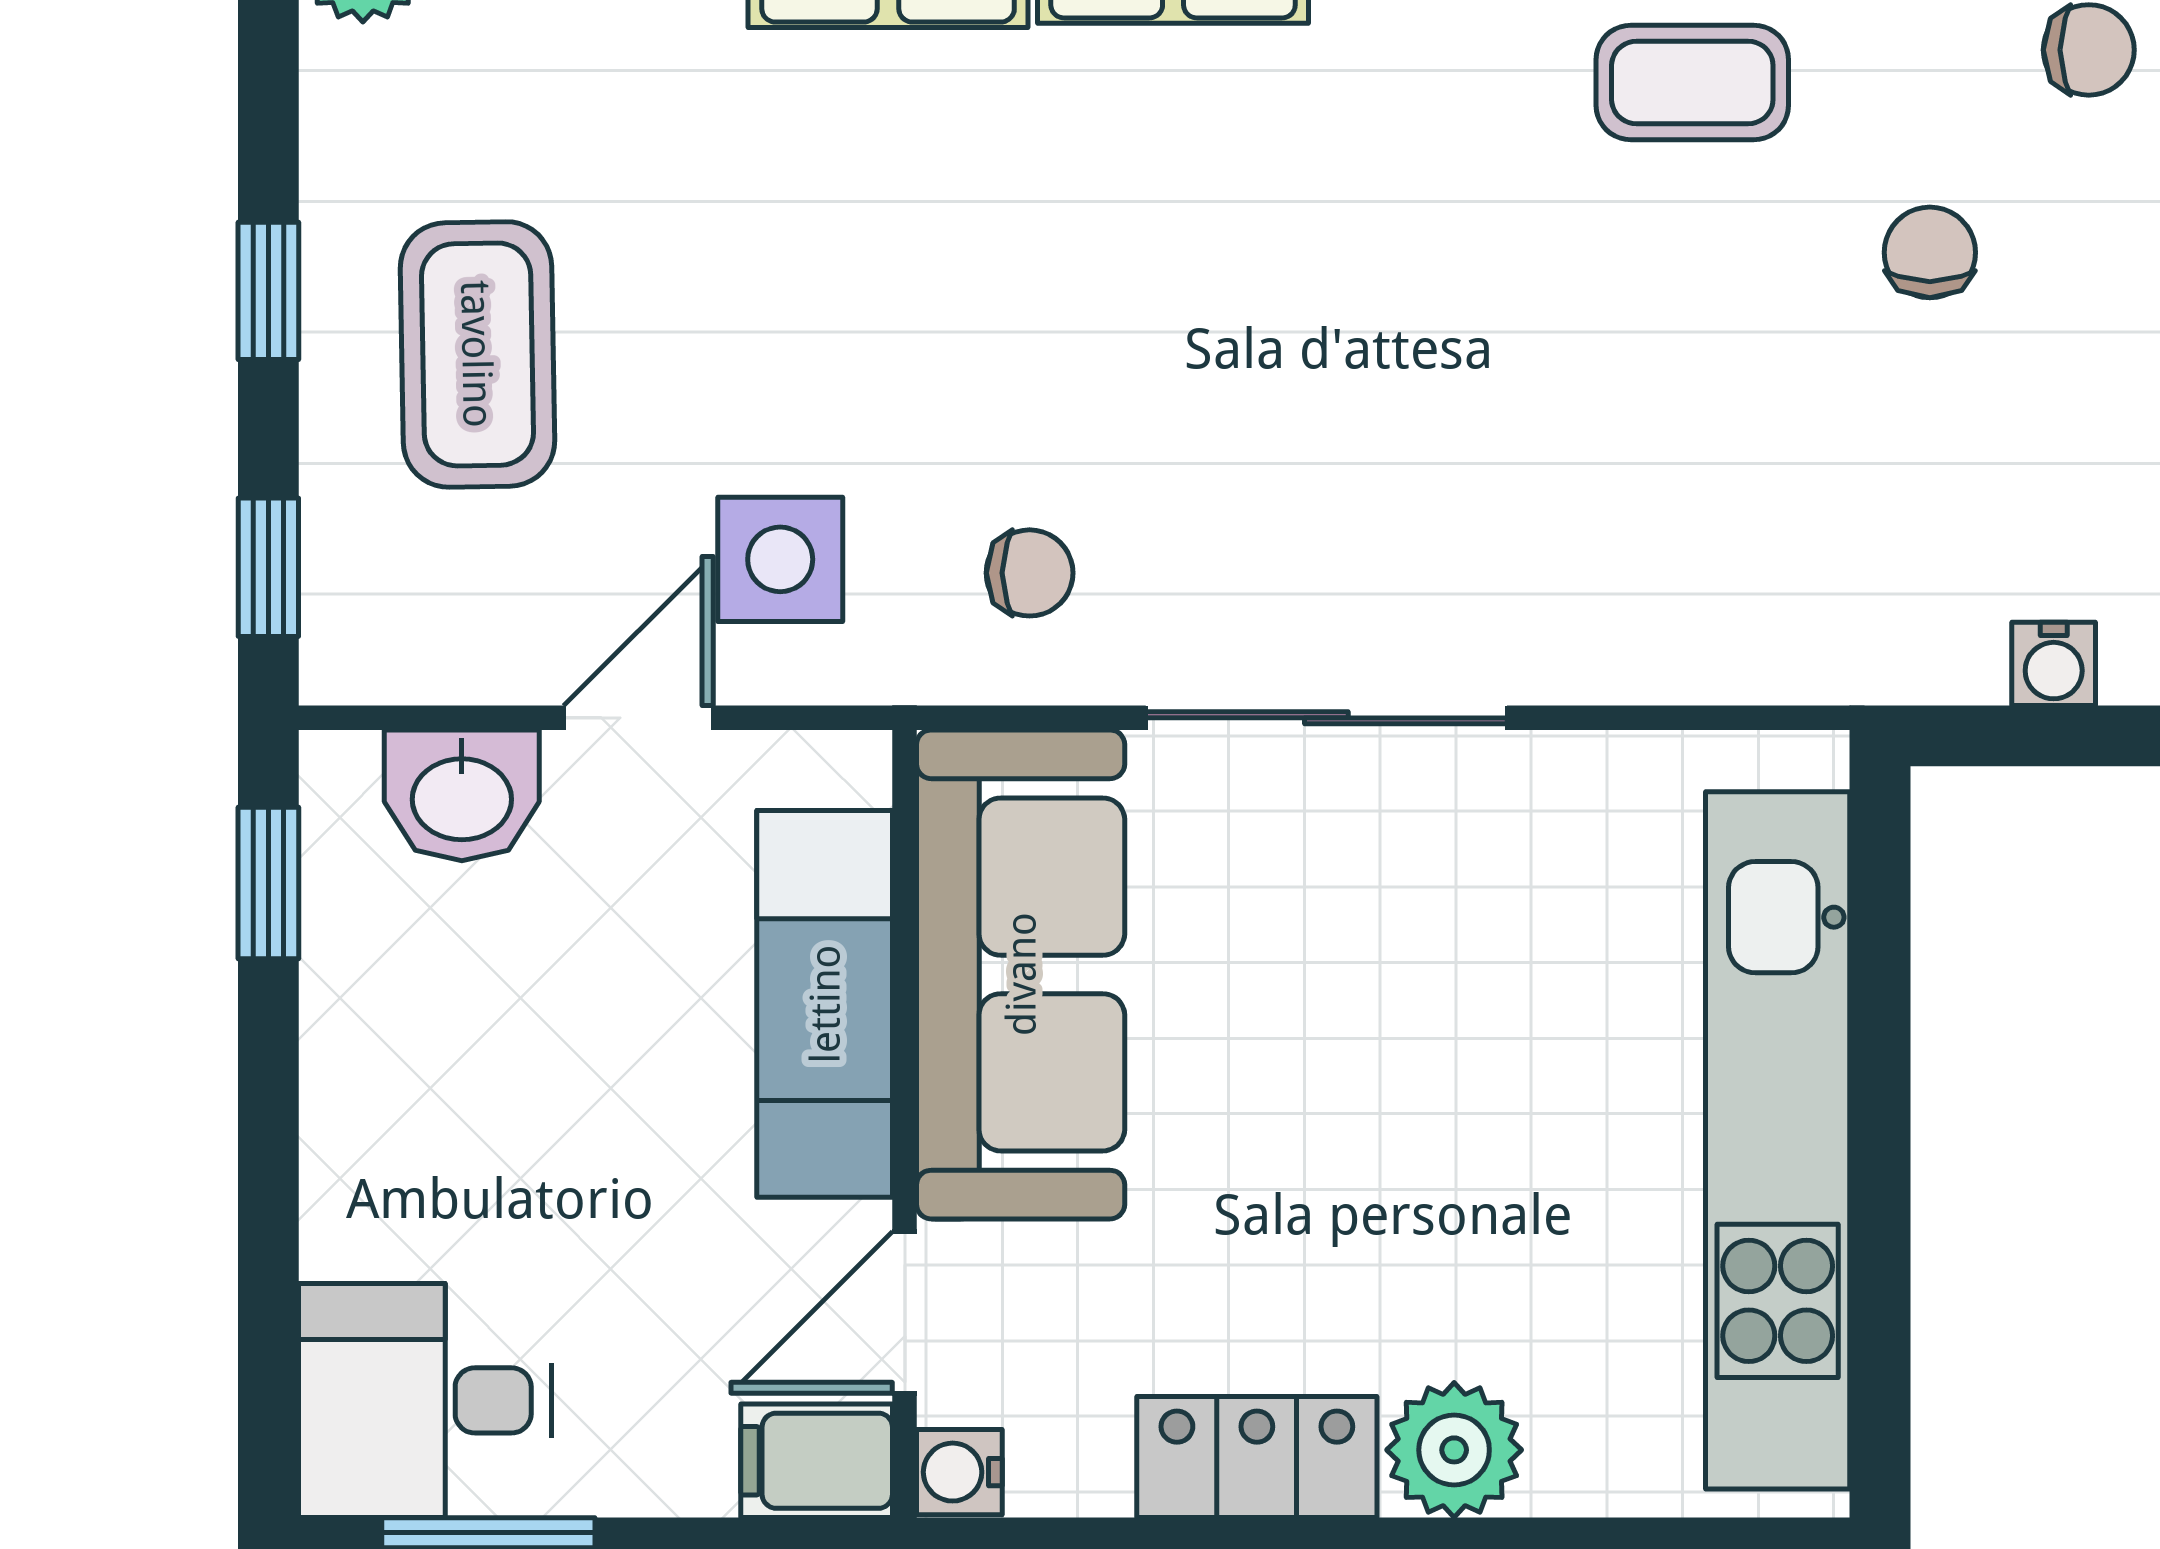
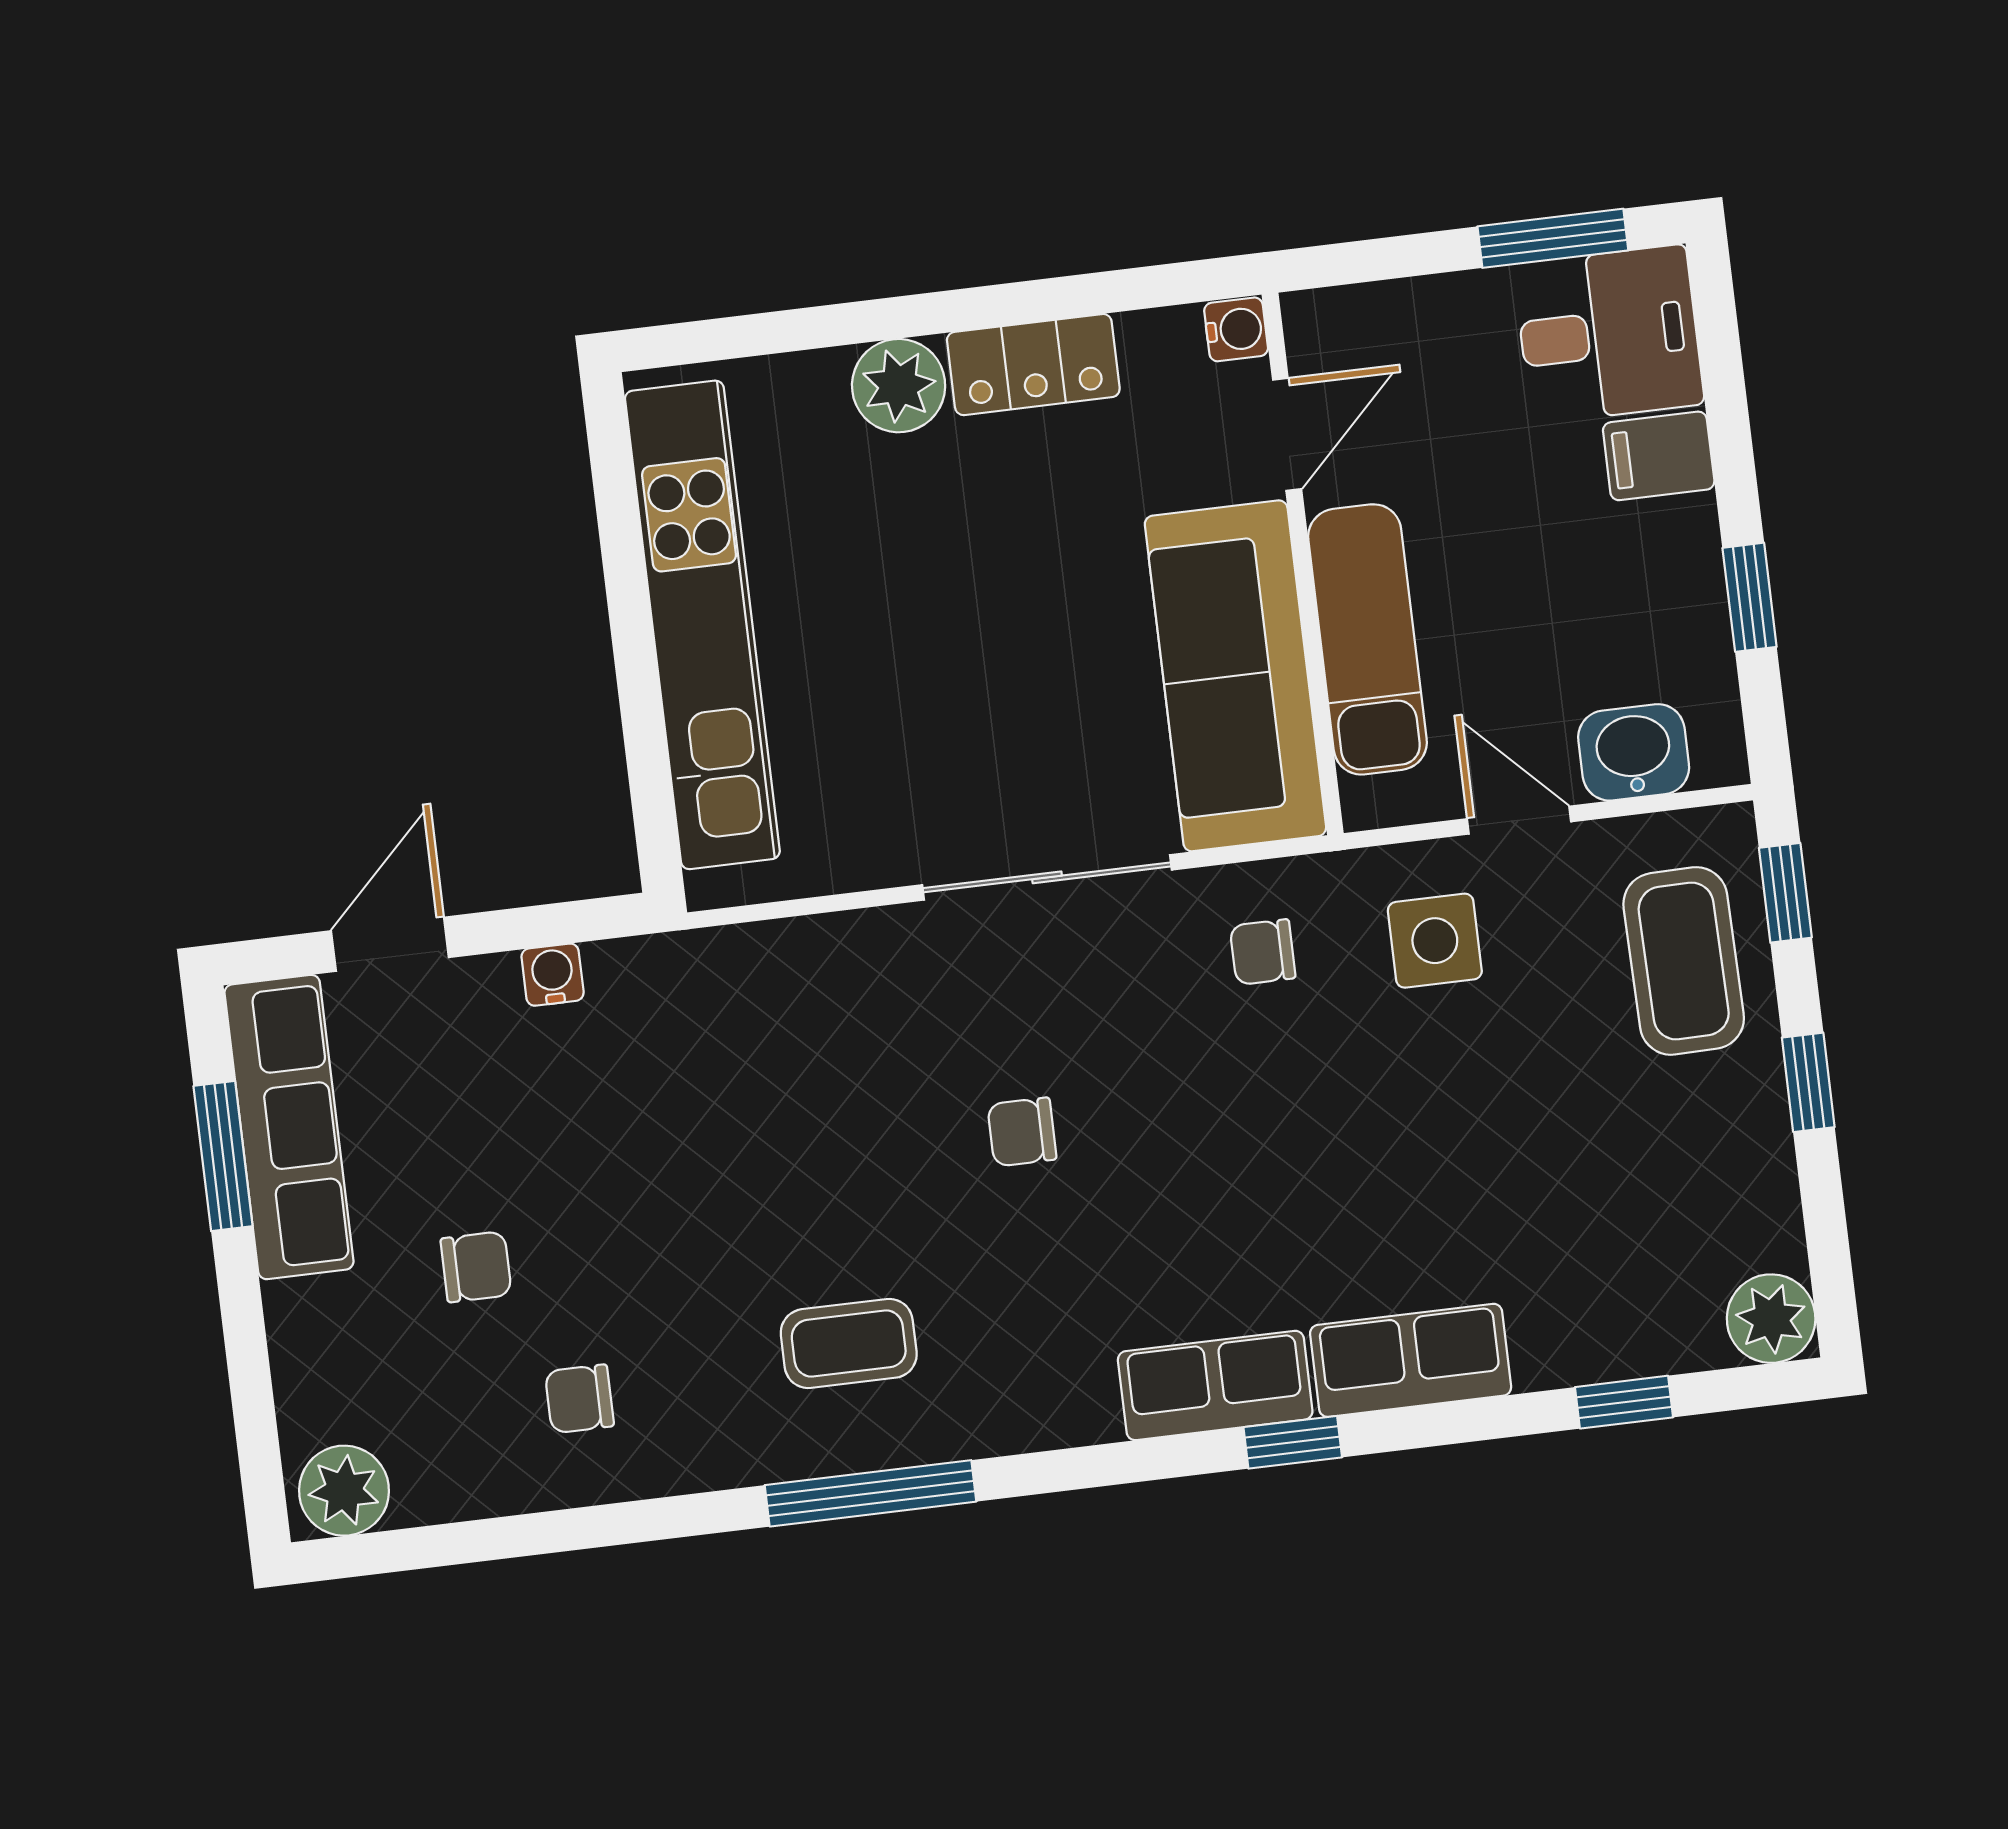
chair: (1930, 252) -> (1022, 1132), moved, turned 90
coffee table: (477, 354) -> (1684, 961), moved
door: (638, 718) -> (1519, 820), swing flipped
window: (268, 883) -> (1750, 597), moved
filing cabinet: (817, 1461) -> (1659, 456), moved, turned 180

